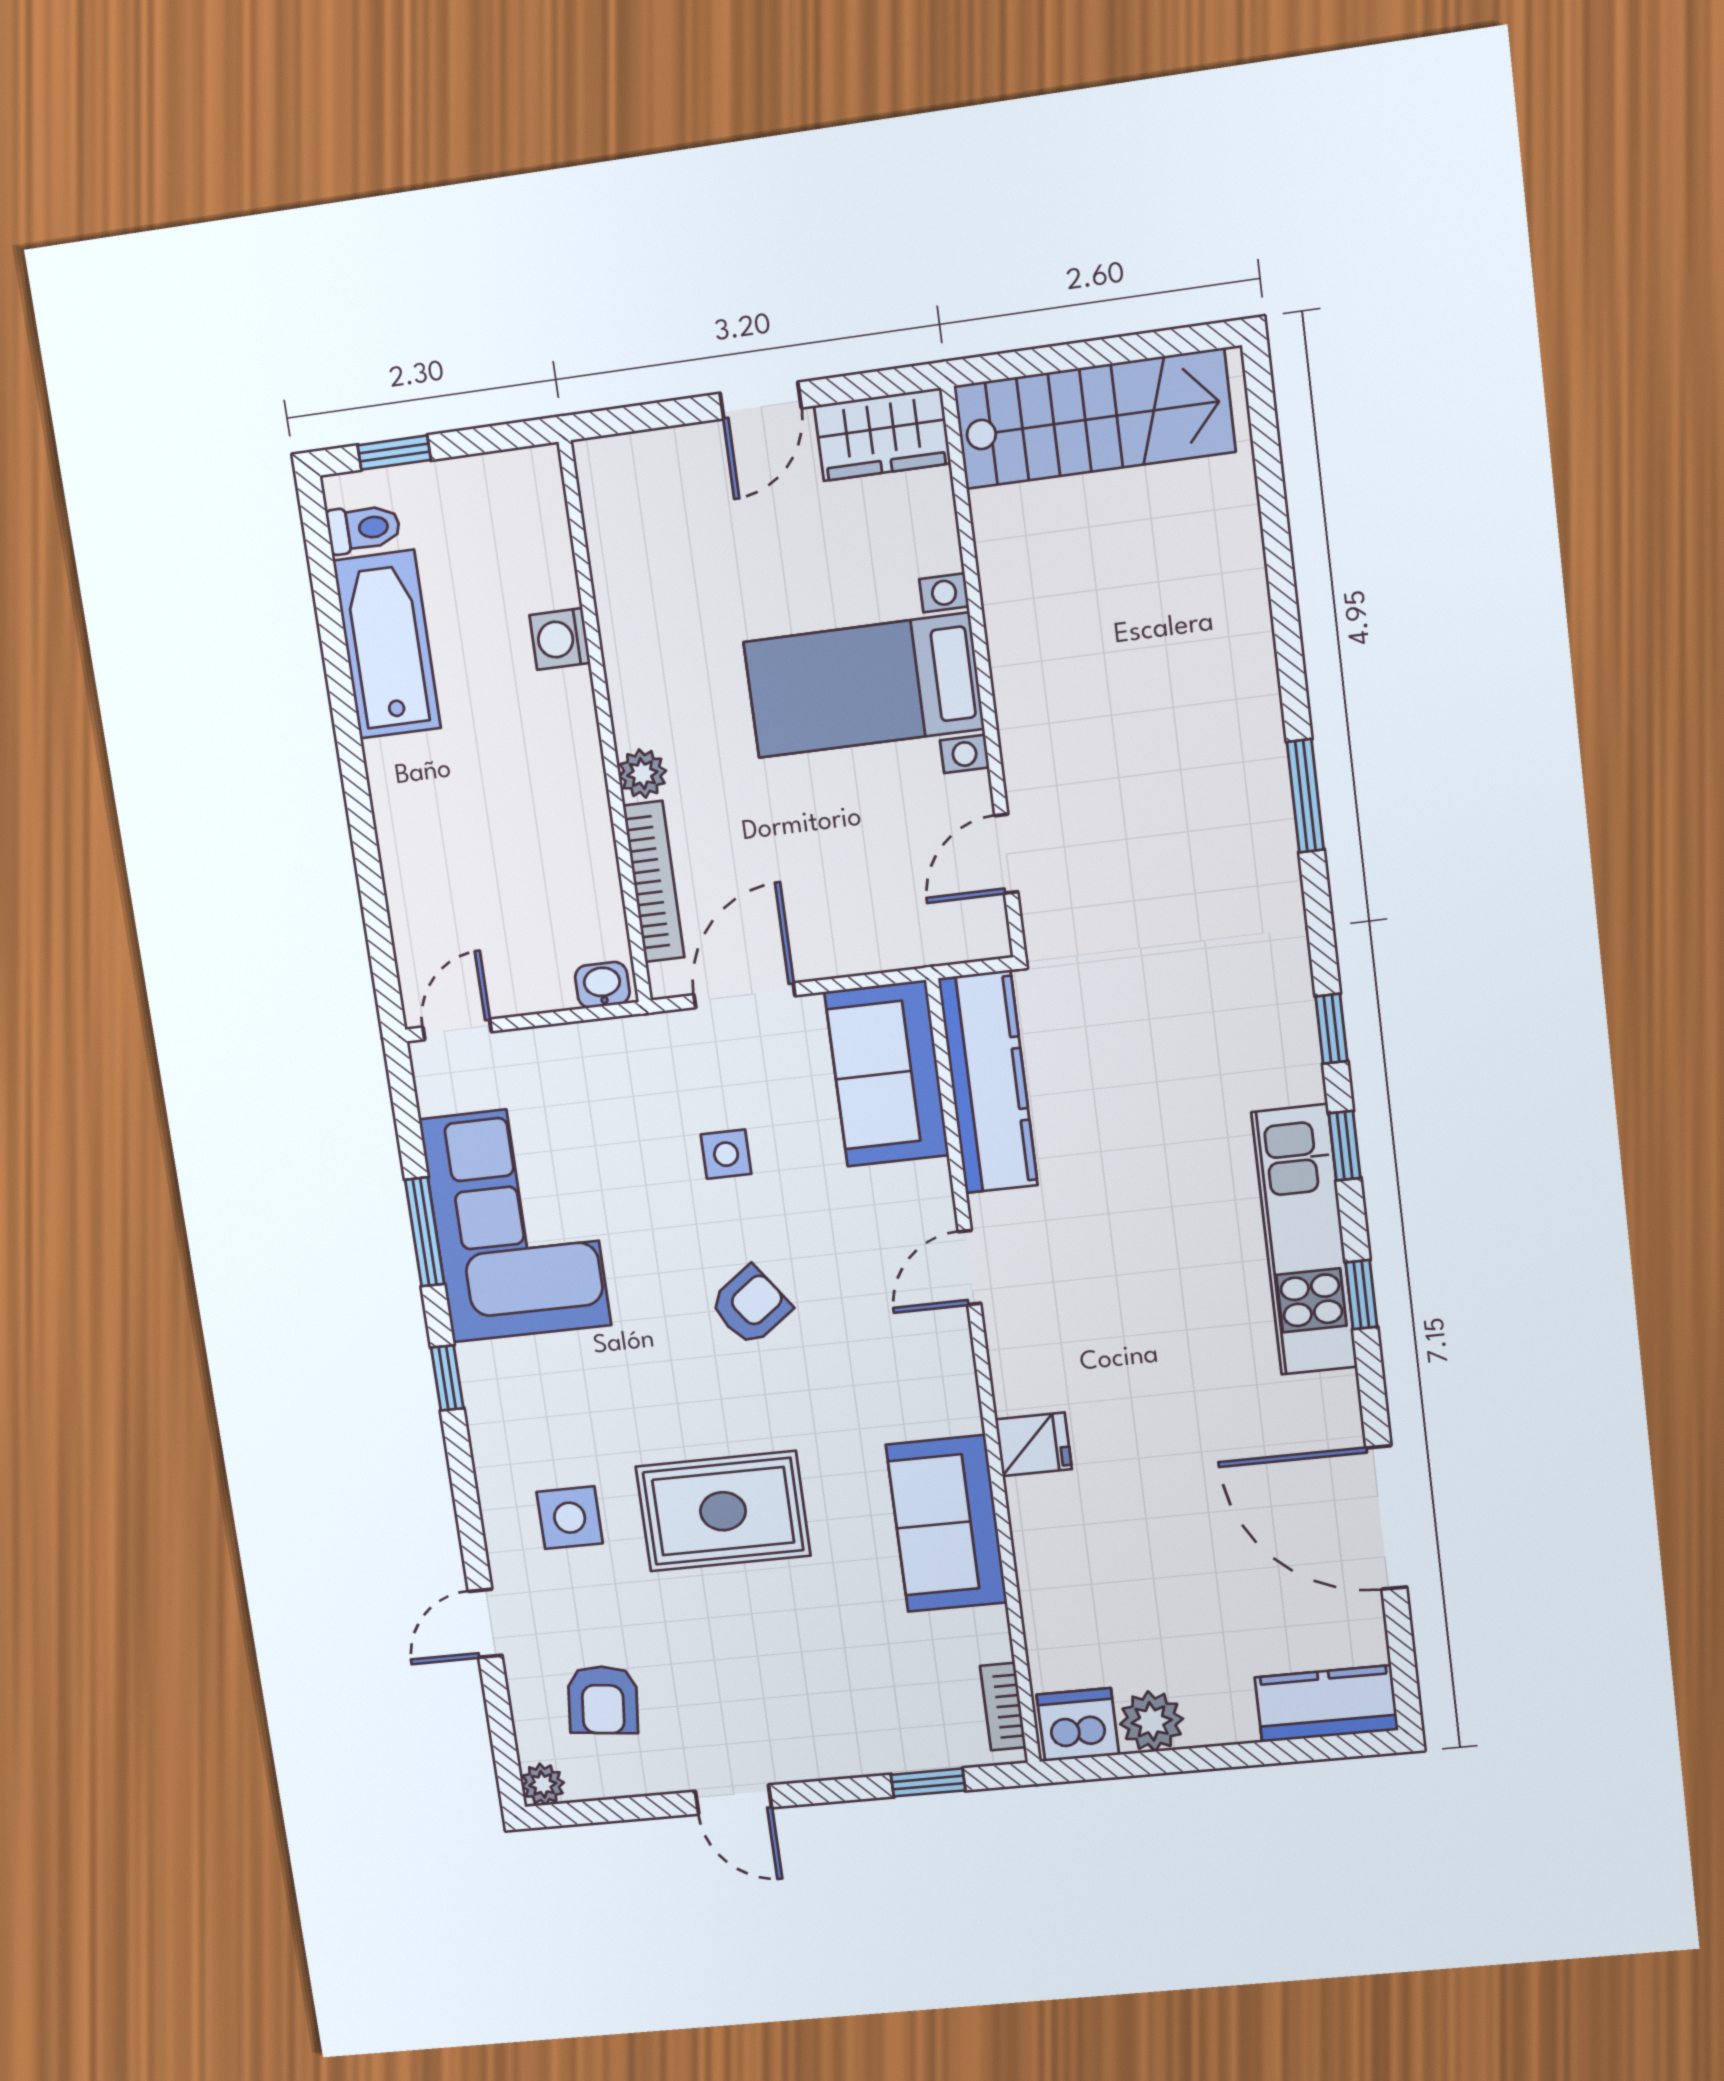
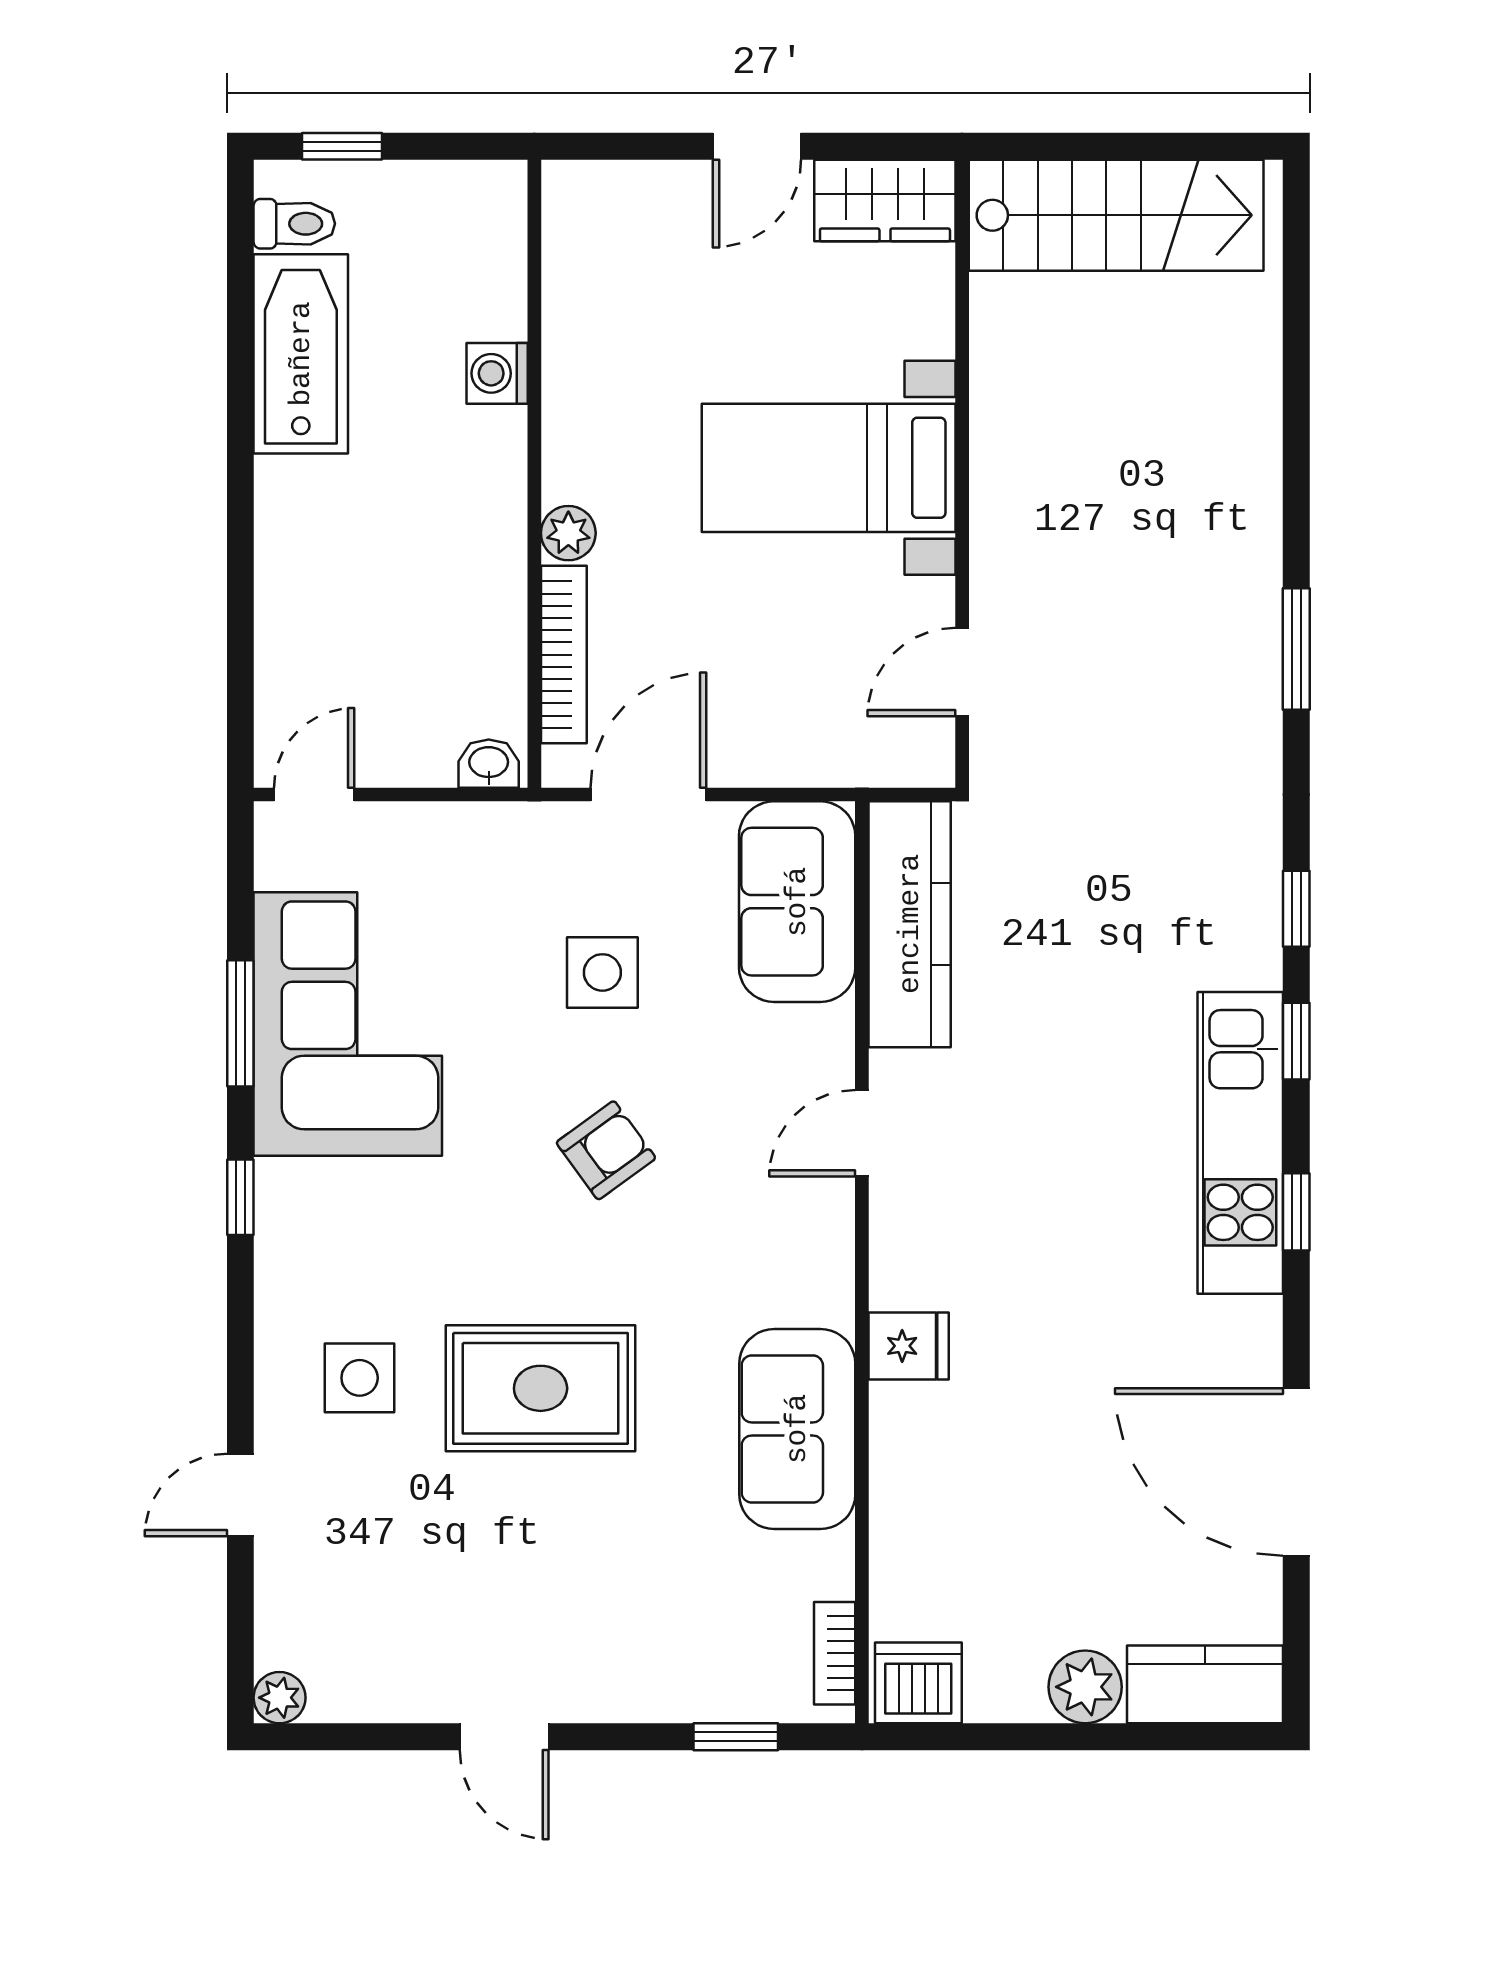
side table: (726, 1154) -> (602, 972), width x1.37, depth x1.37
armchair: (603, 1700) -> (367, 1601), removed
plant: (1152, 1721) -> (1085, 1687), moved

